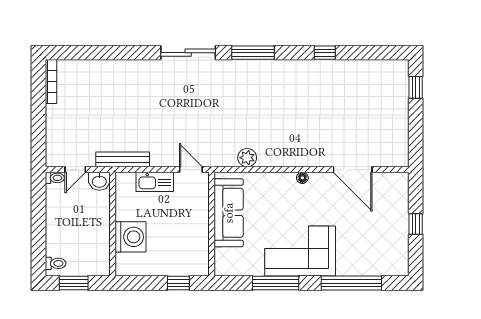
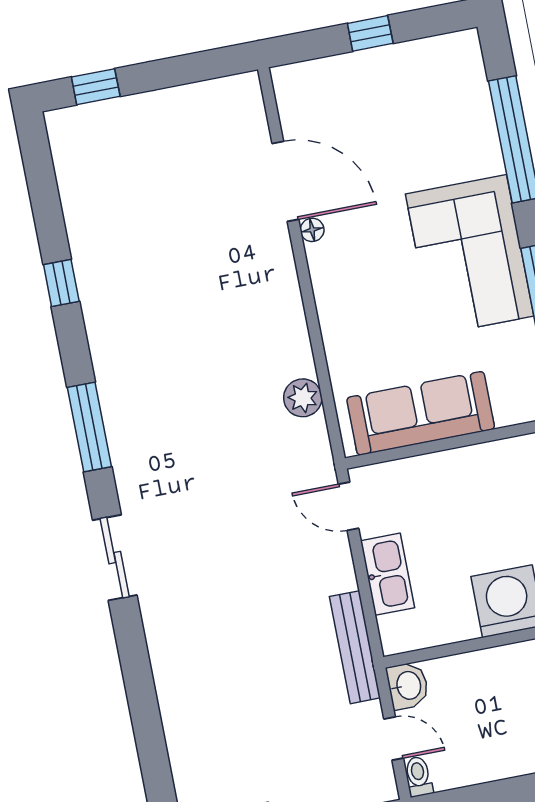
sliding door: (188, 53) -> (115, 558), width x0.73
door: (191, 170) -> (349, 506), hinge flipped
door: (353, 170) -> (285, 181), hinge flipped
floor lamp: (302, 178) -> (312, 230), moved

